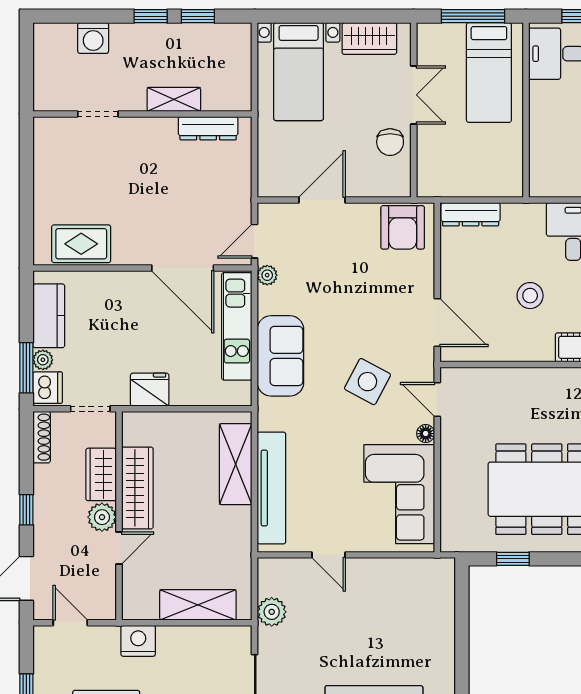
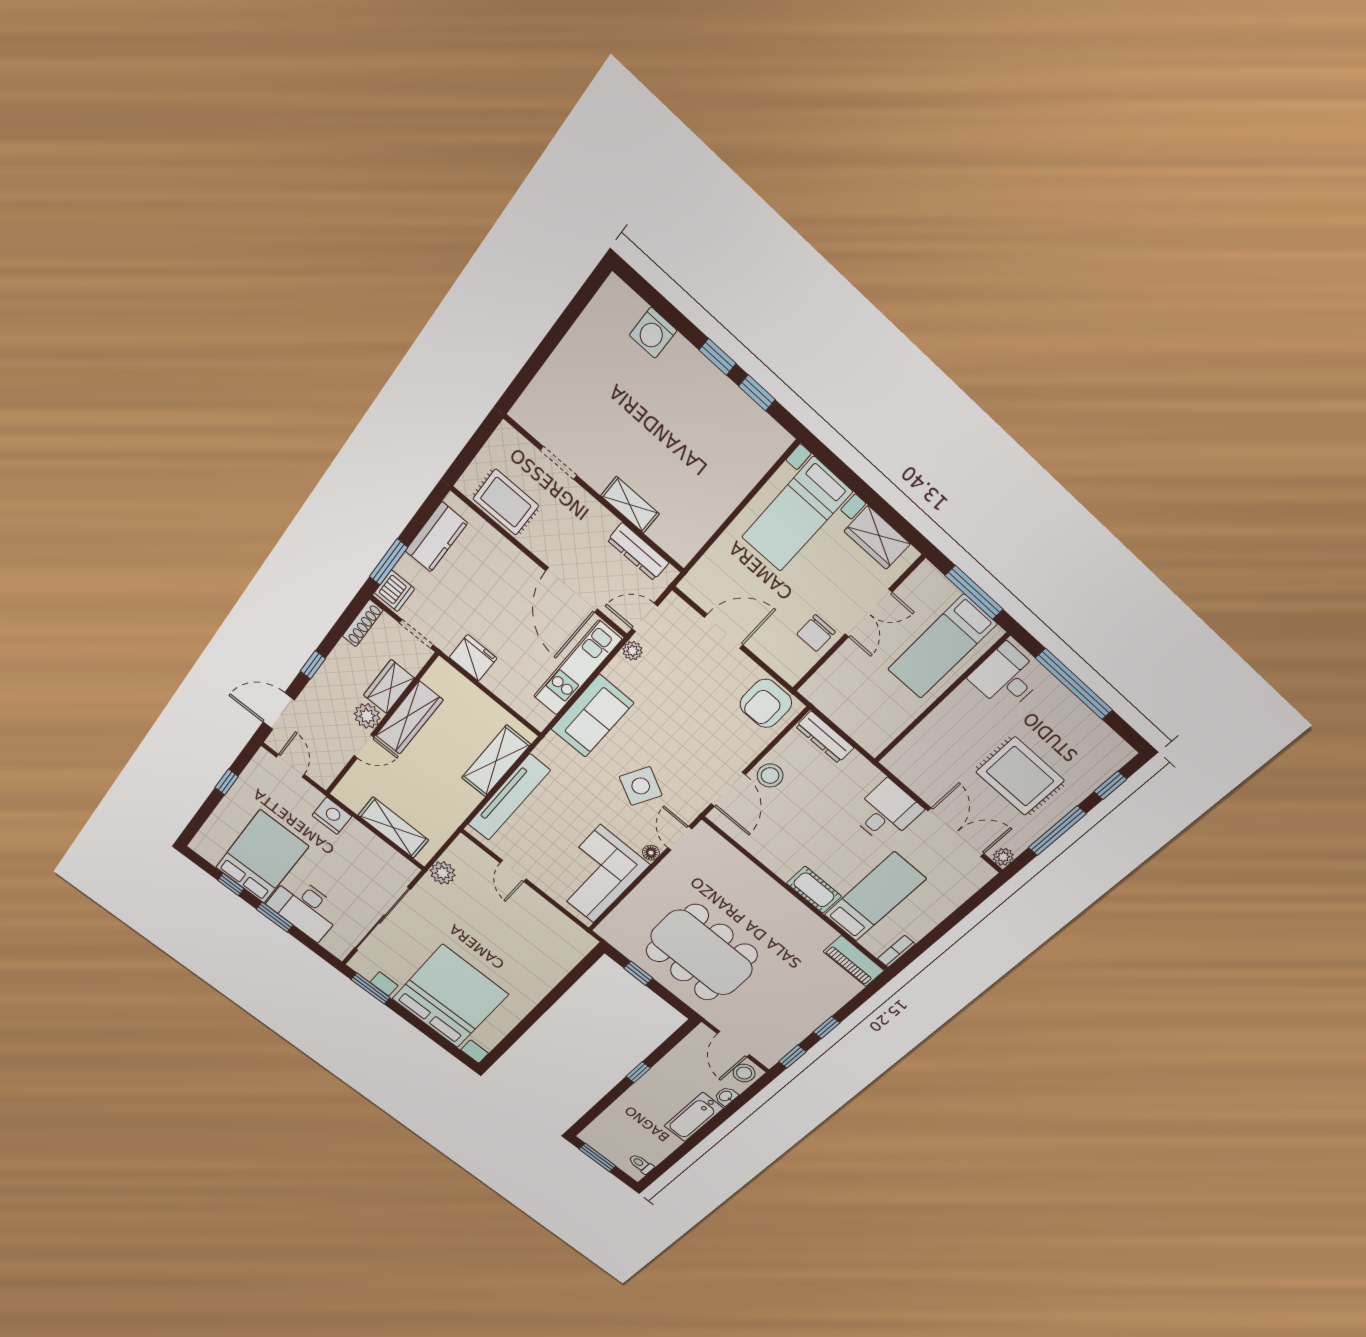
shelving: (174, 99) -> (630, 505), moved
doorway: (98, 114) -> (559, 463), moved
wall: (142, 114) -> (595, 495), moved
dresser: (208, 128) -> (638, 552), moved
stool: (530, 296) -> (770, 776), moved
plant: (43, 360) -> (406, 567), removed

